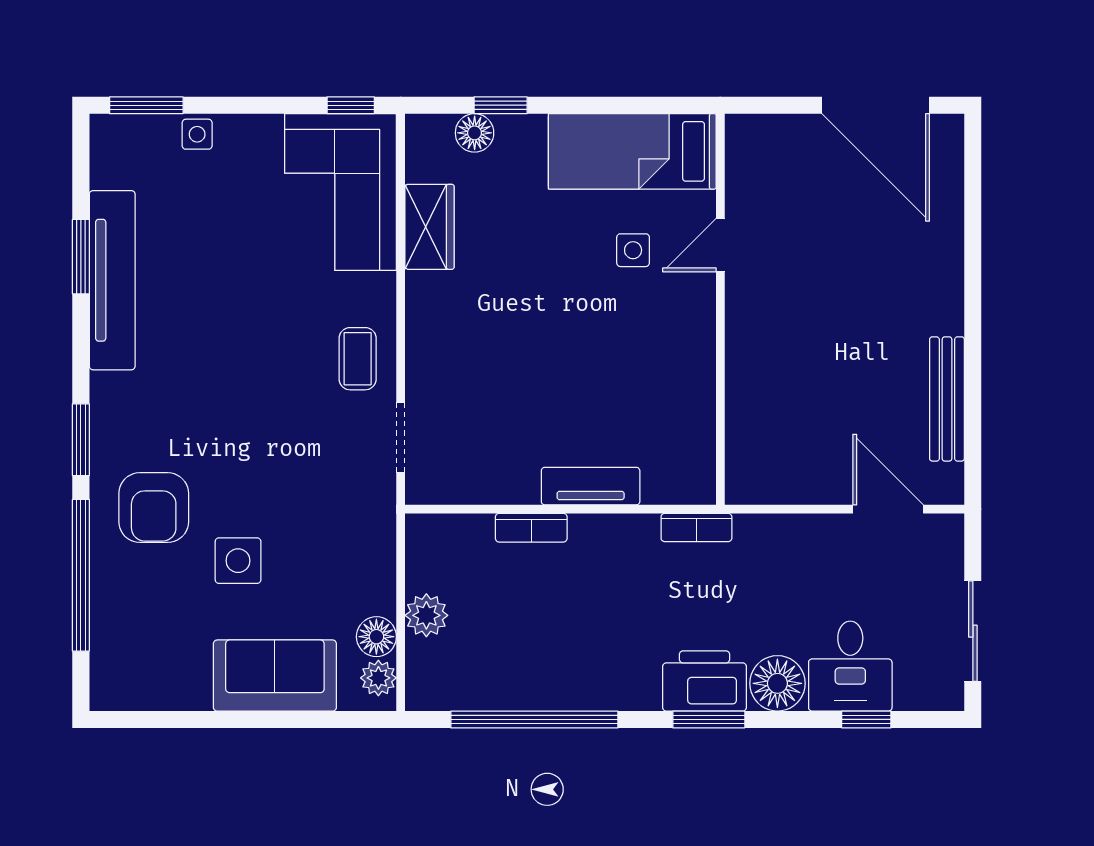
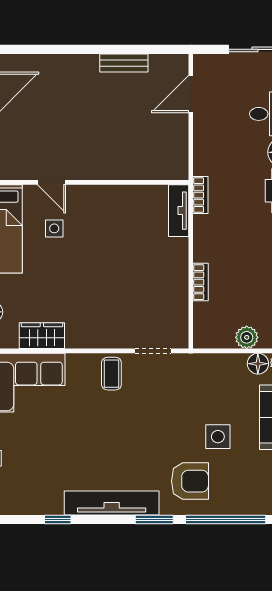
window: (81, 257) -> (58, 519), width x0.67
tv unit: (112, 280) -> (112, 503), moved
coffee table: (358, 359) -> (111, 374), turned 90
bench: (947, 399) -> (124, 63), width x0.73
tv unit: (591, 486) -> (179, 211), moved

